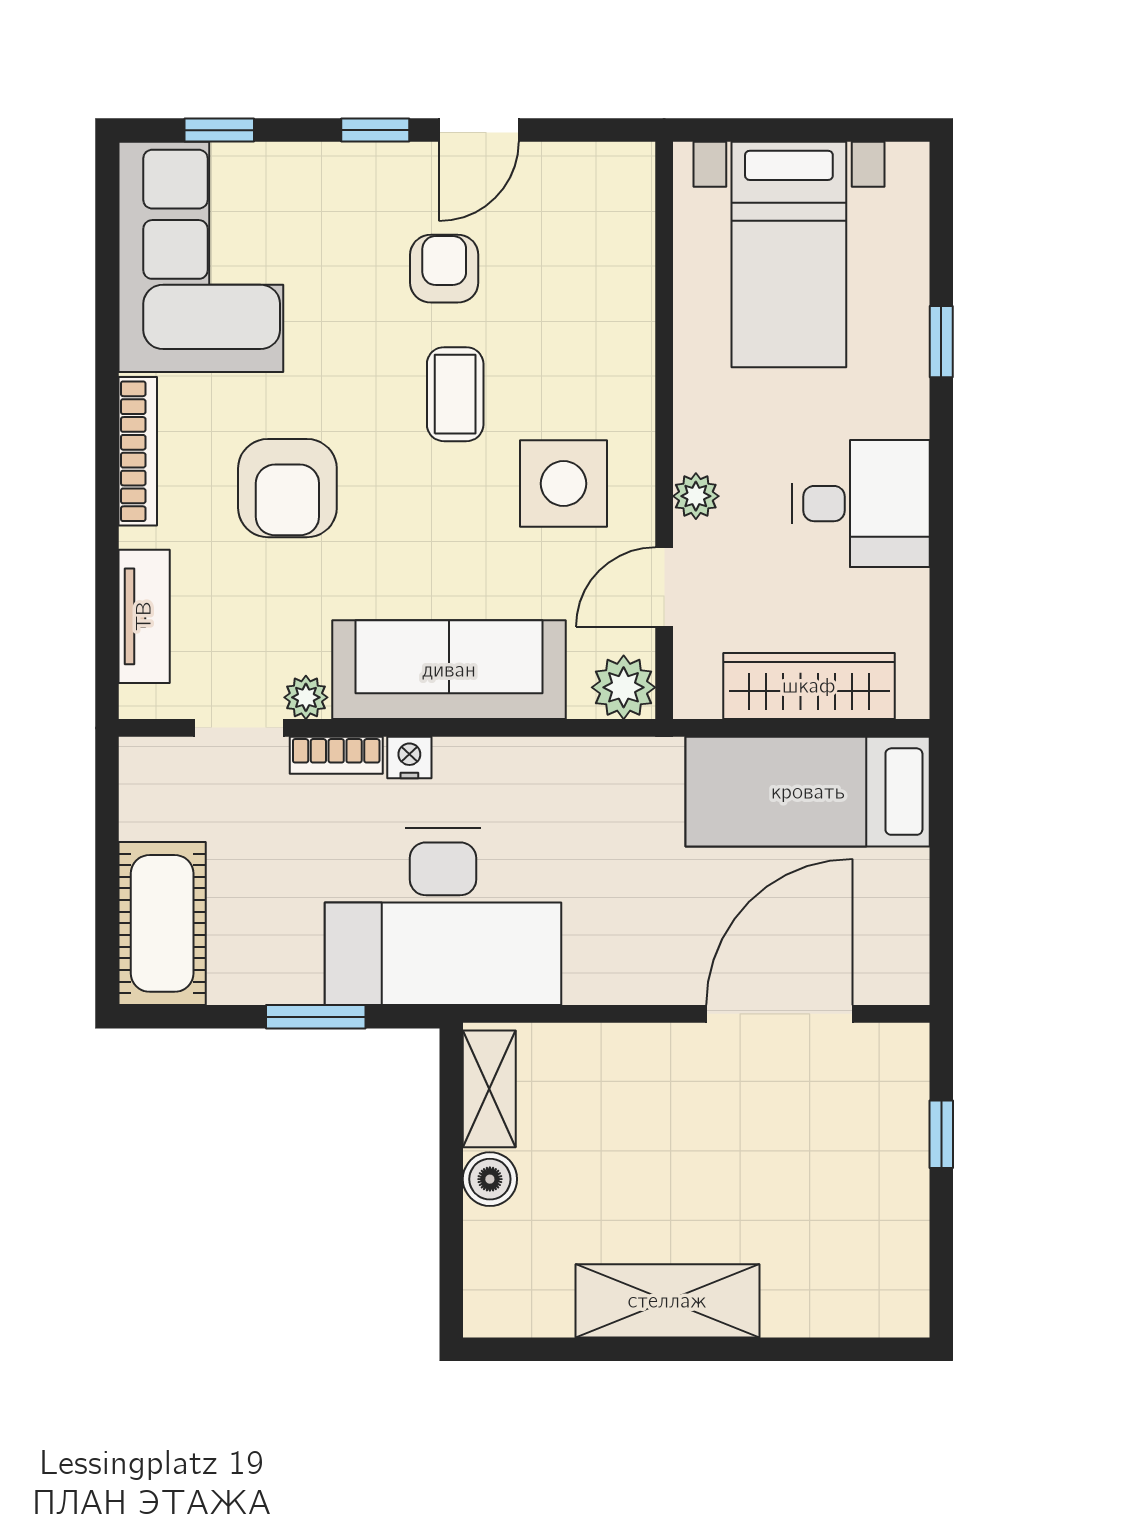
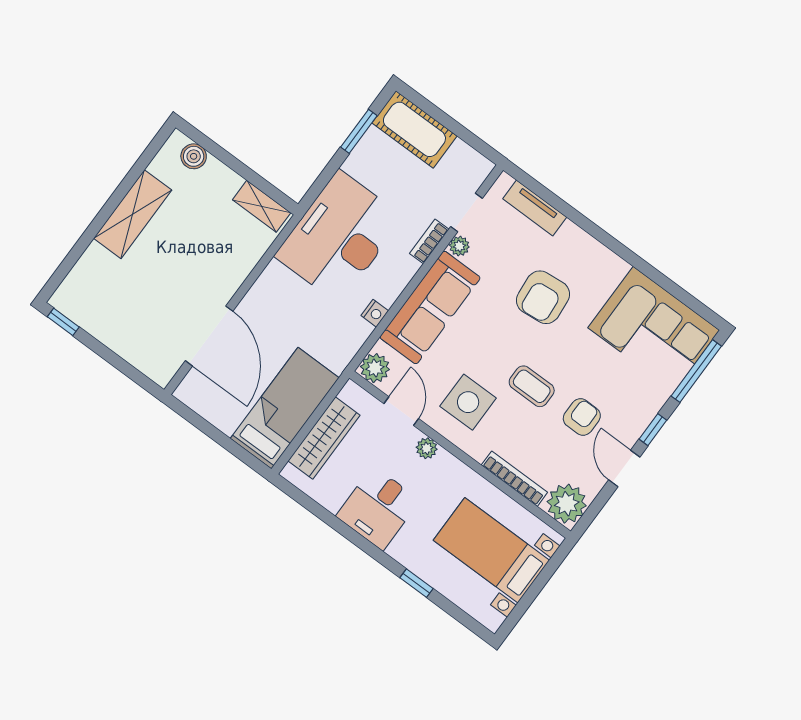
window: (219, 130) -> (696, 371), width x2.17
plant: (613, 184) -> (567, 504), added
armchair: (444, 269) -> (582, 417), turned -90
bookcase: (138, 451) -> (514, 479), moved, turned 180
armchair: (287, 488) -> (543, 297), turned -95
nightstand: (409, 758) -> (375, 313), moved
window: (316, 1017) -> (359, 131), moved
window: (941, 1134) -> (63, 322), moved
boiler: (490, 1179) -> (194, 156), moved

